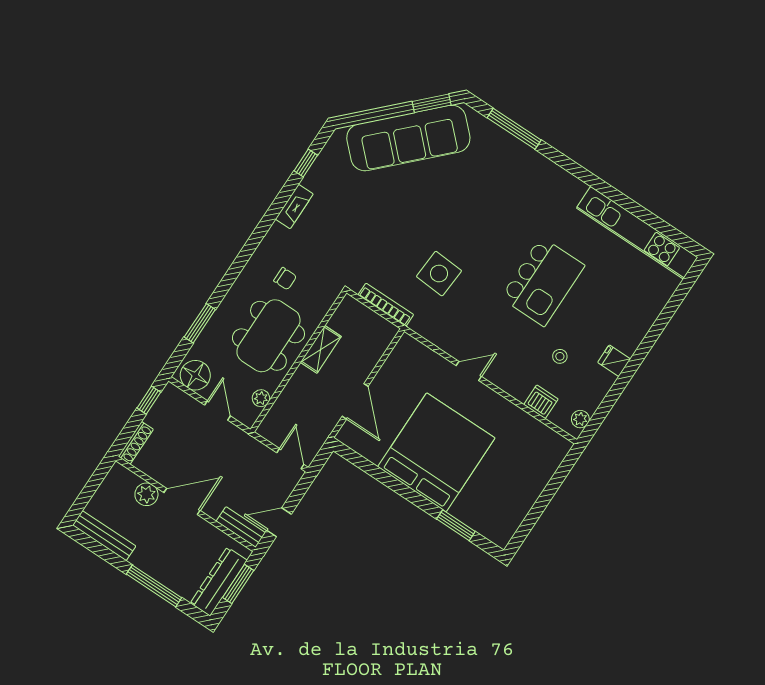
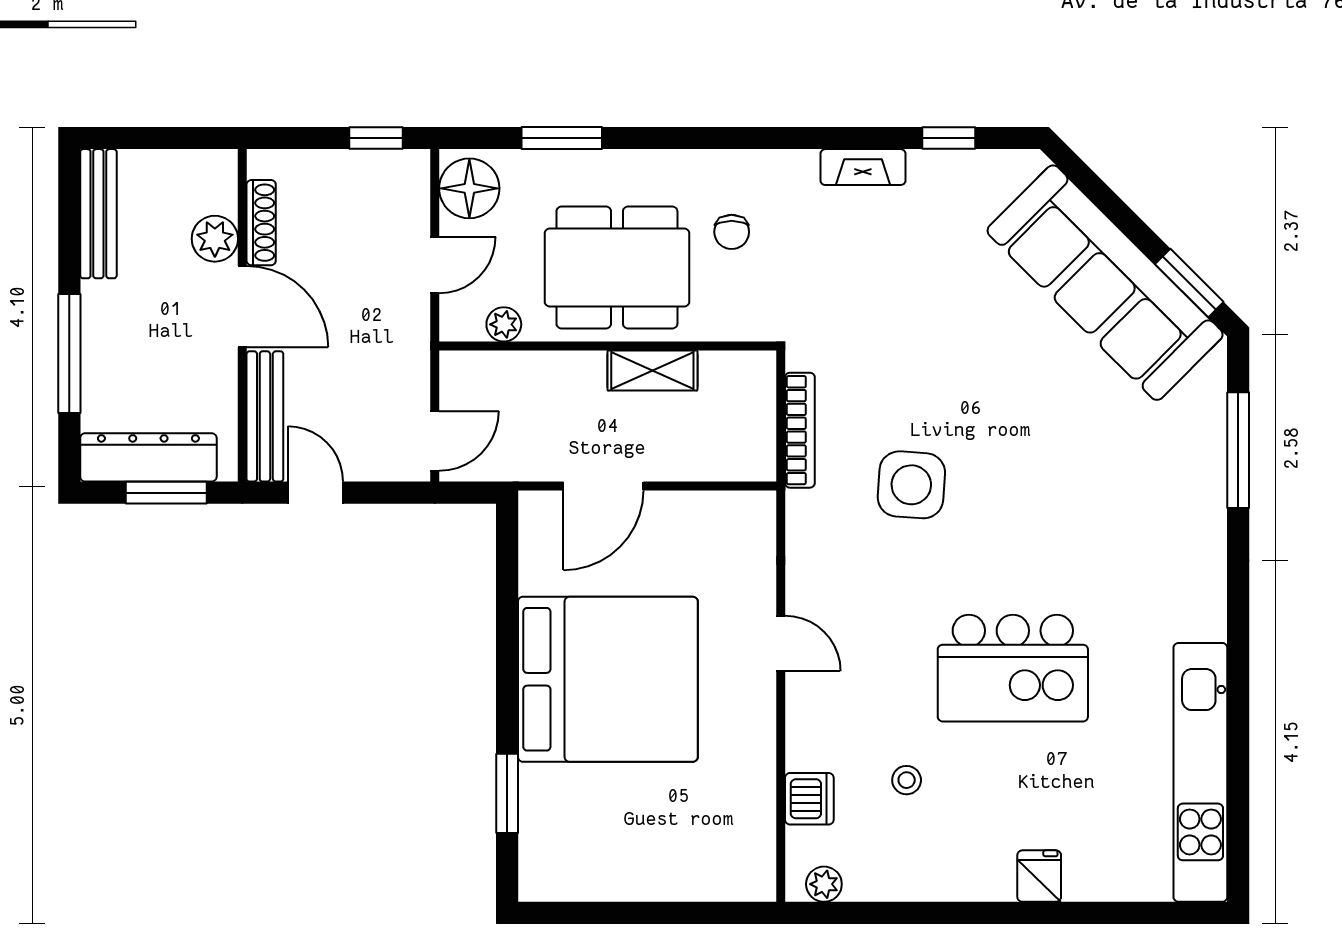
fridge: (614, 361) -> (1039, 876), moved
shoe rack: (136, 443) -> (261, 223), moved, turned -90
bench: (241, 527) -> (265, 416), width x1.36

